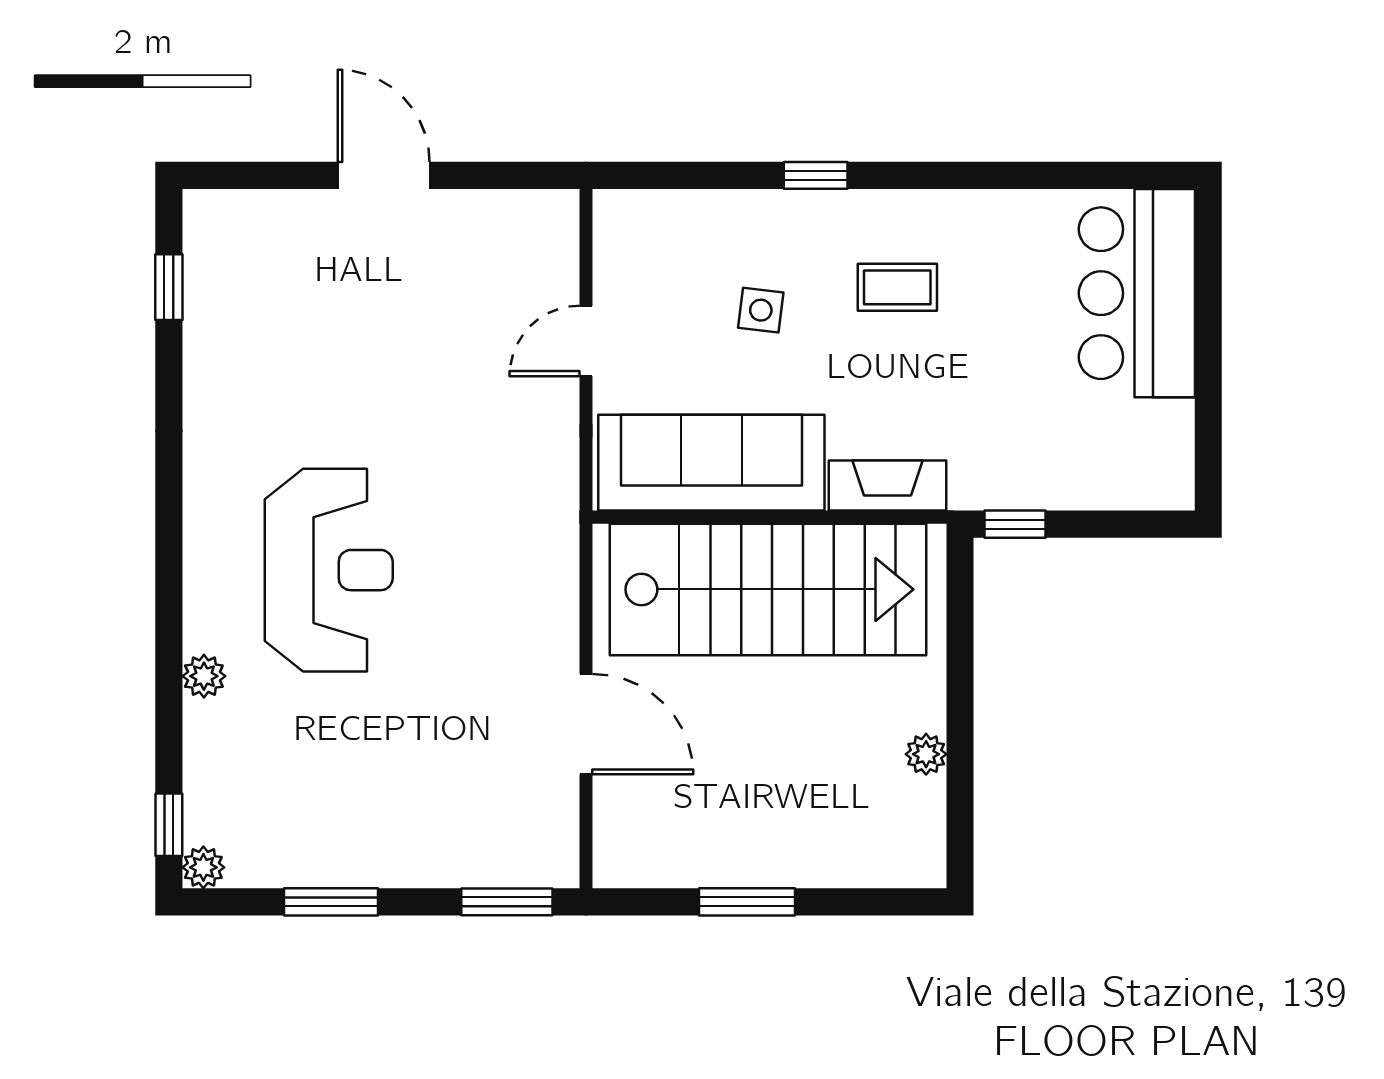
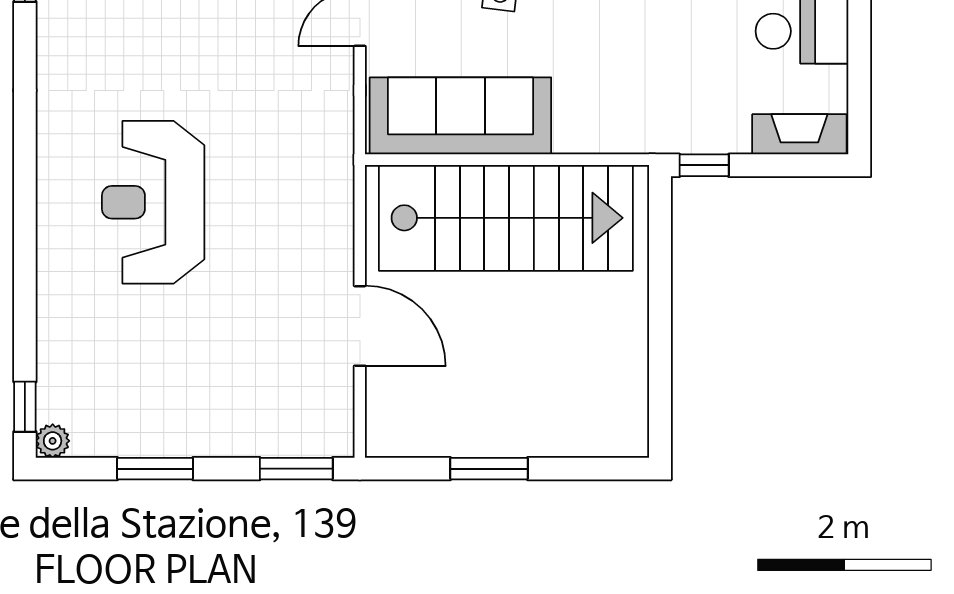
fireplace: (887, 485) -> (799, 134), moved
reception desk: (329, 570) -> (153, 202), turned 180
plant: (204, 676) -> (53, 287), removed
plant: (926, 754) -> (633, 350), removed

